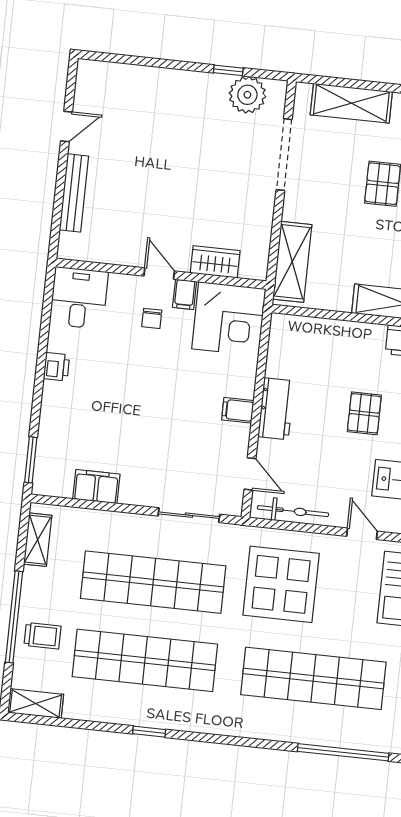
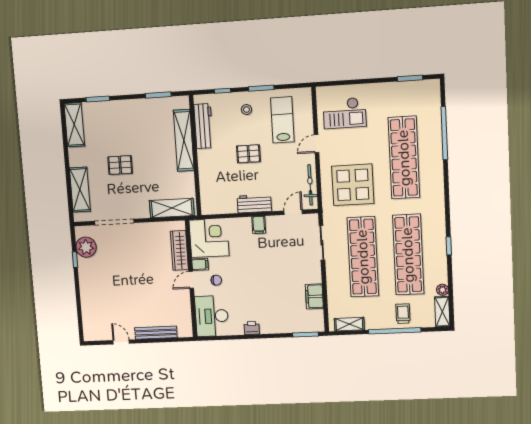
wardrobe: (215, 262) -> (179, 250), width x1.50
desk: (79, 298) -> (212, 316), width x1.37
plant: (74, 710) -> (442, 290), added

